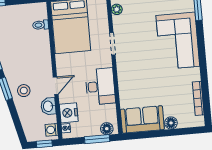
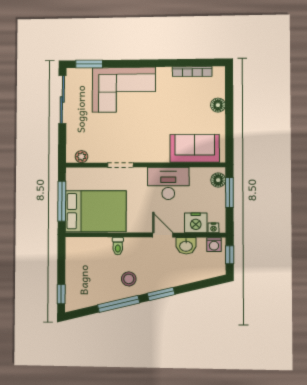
toilet: (41, 25) -> (118, 246), moved
stool: (24, 91) -> (129, 279), moved
sofa: (142, 119) -> (195, 148), moved, turned 90

